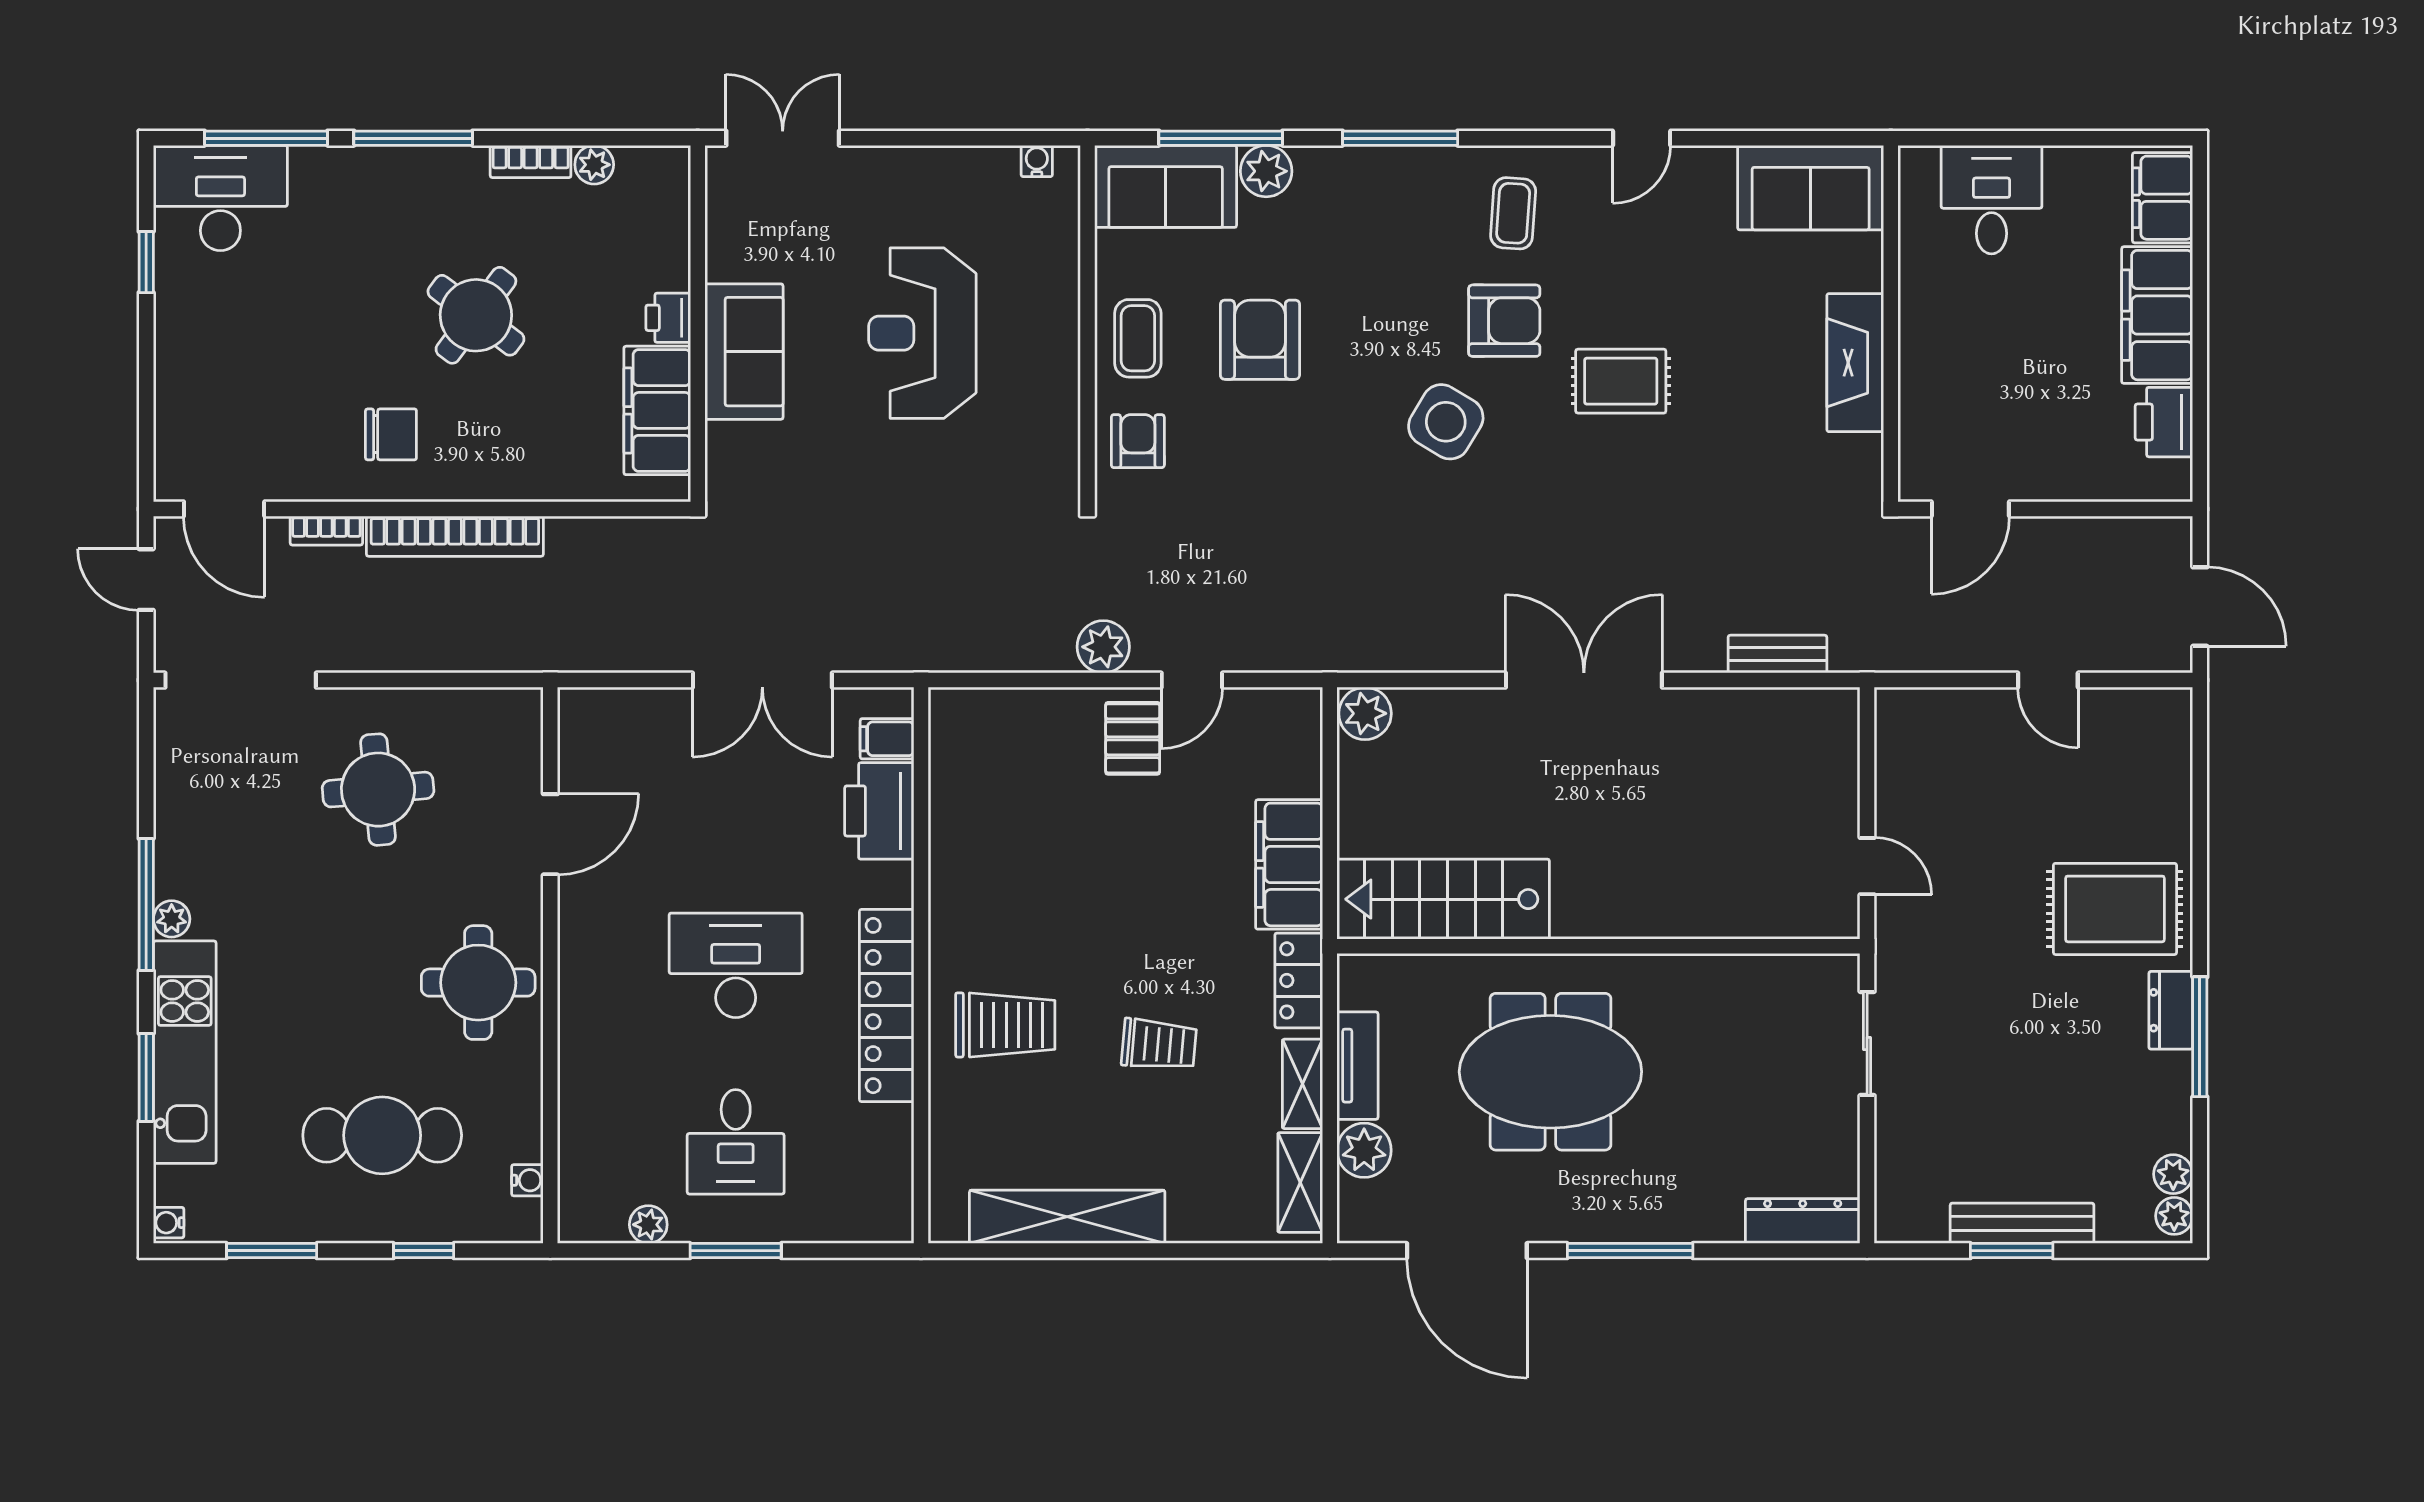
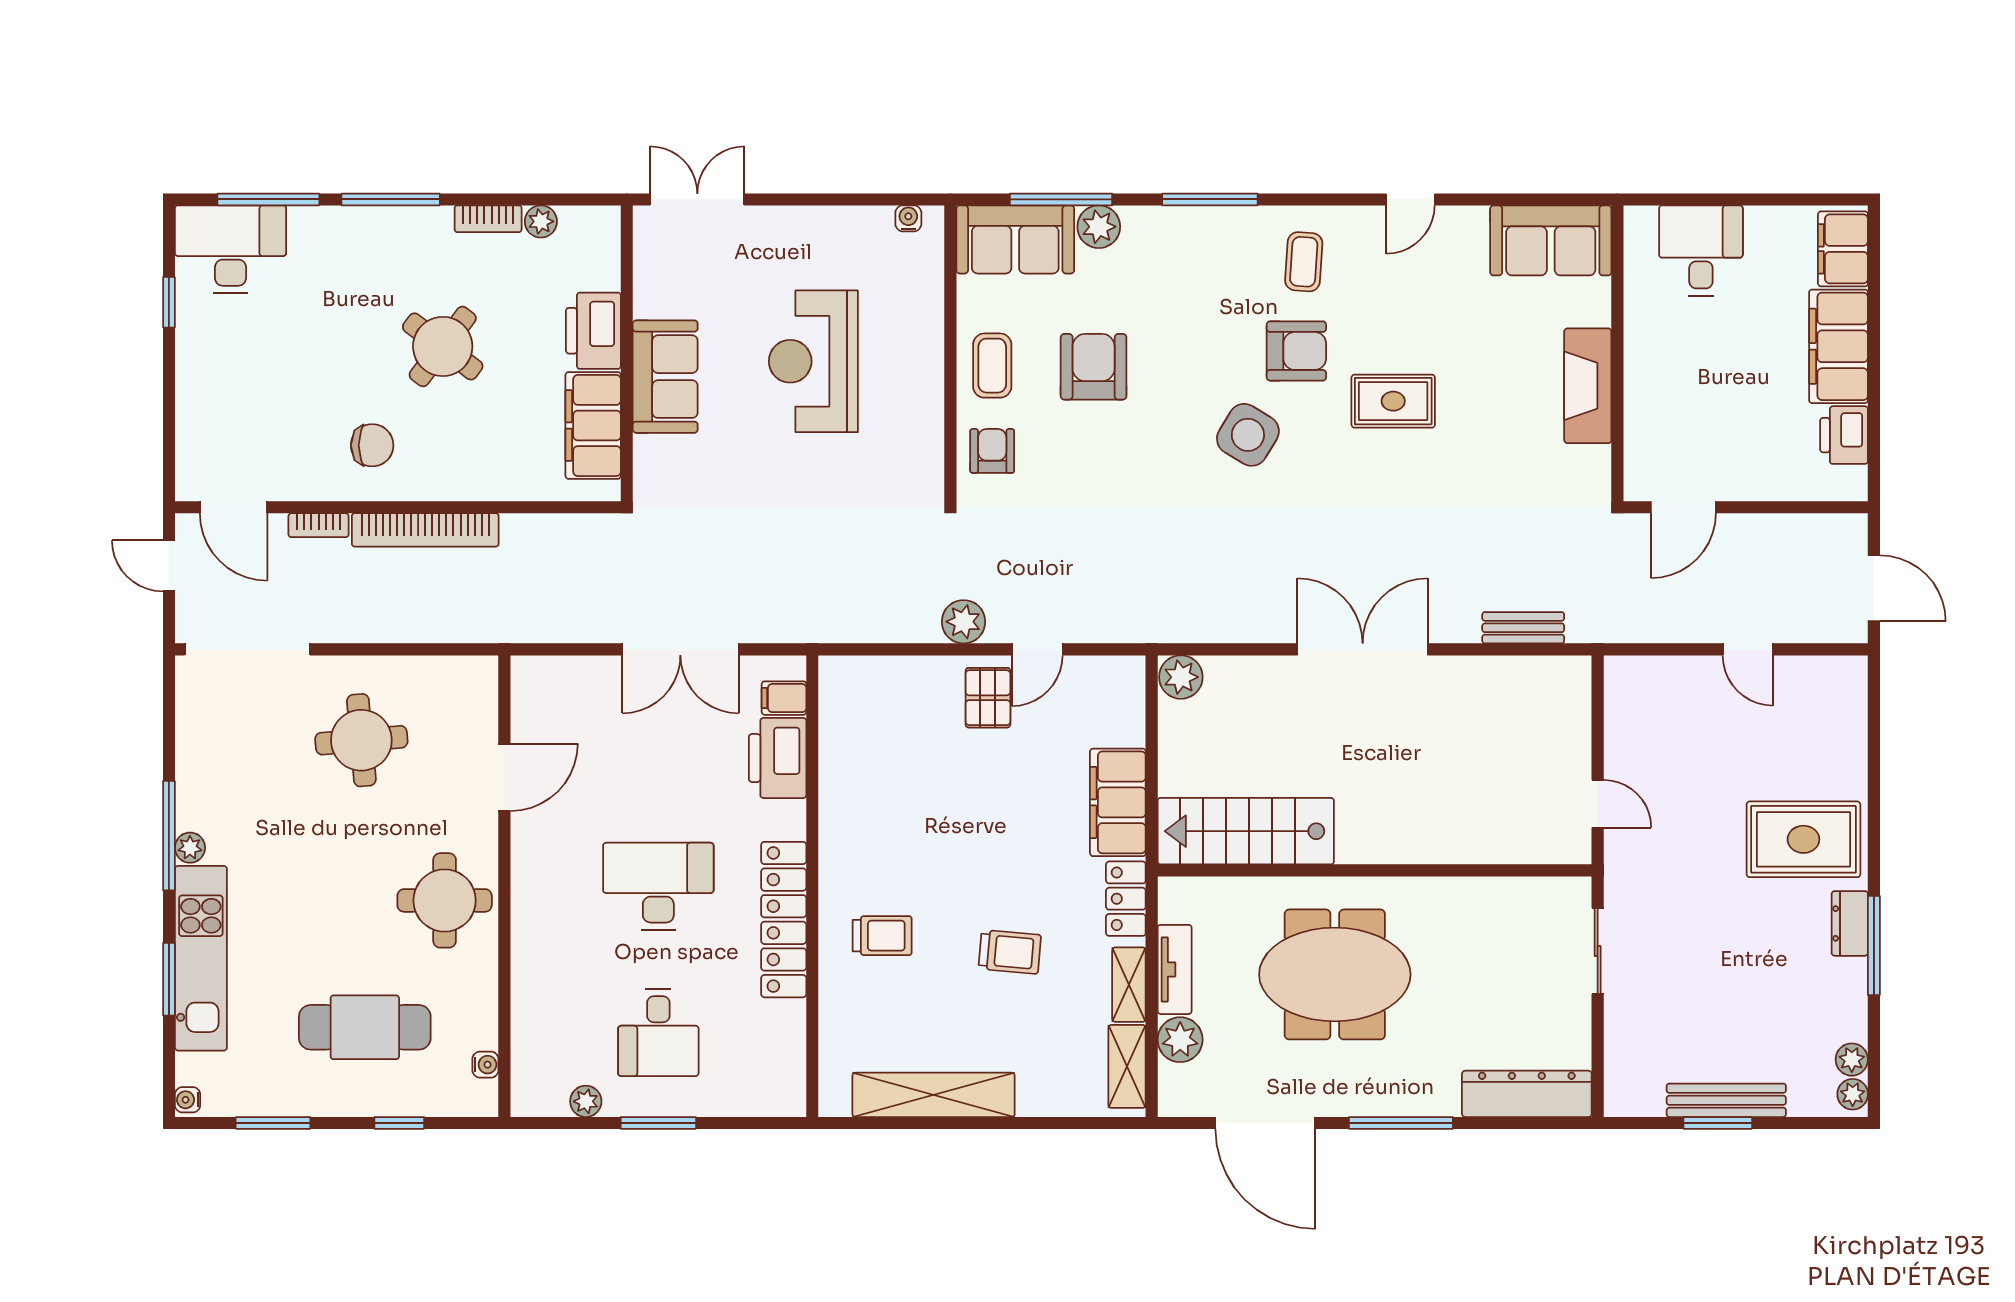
printer: (668, 318) -> (593, 331), width x1.87, depth x1.48
trolley: (1005, 1025) -> (882, 936), width x0.73, depth x0.72
dresser: (1803, 1221) -> (1527, 1094), width x1.37, depth x1.24

